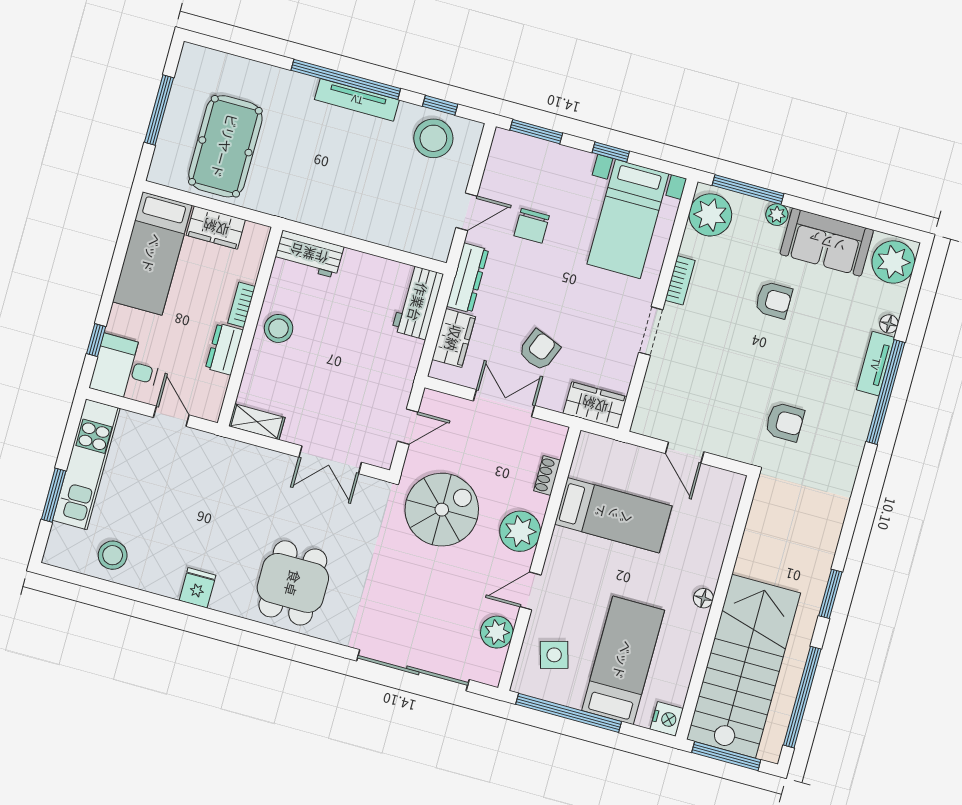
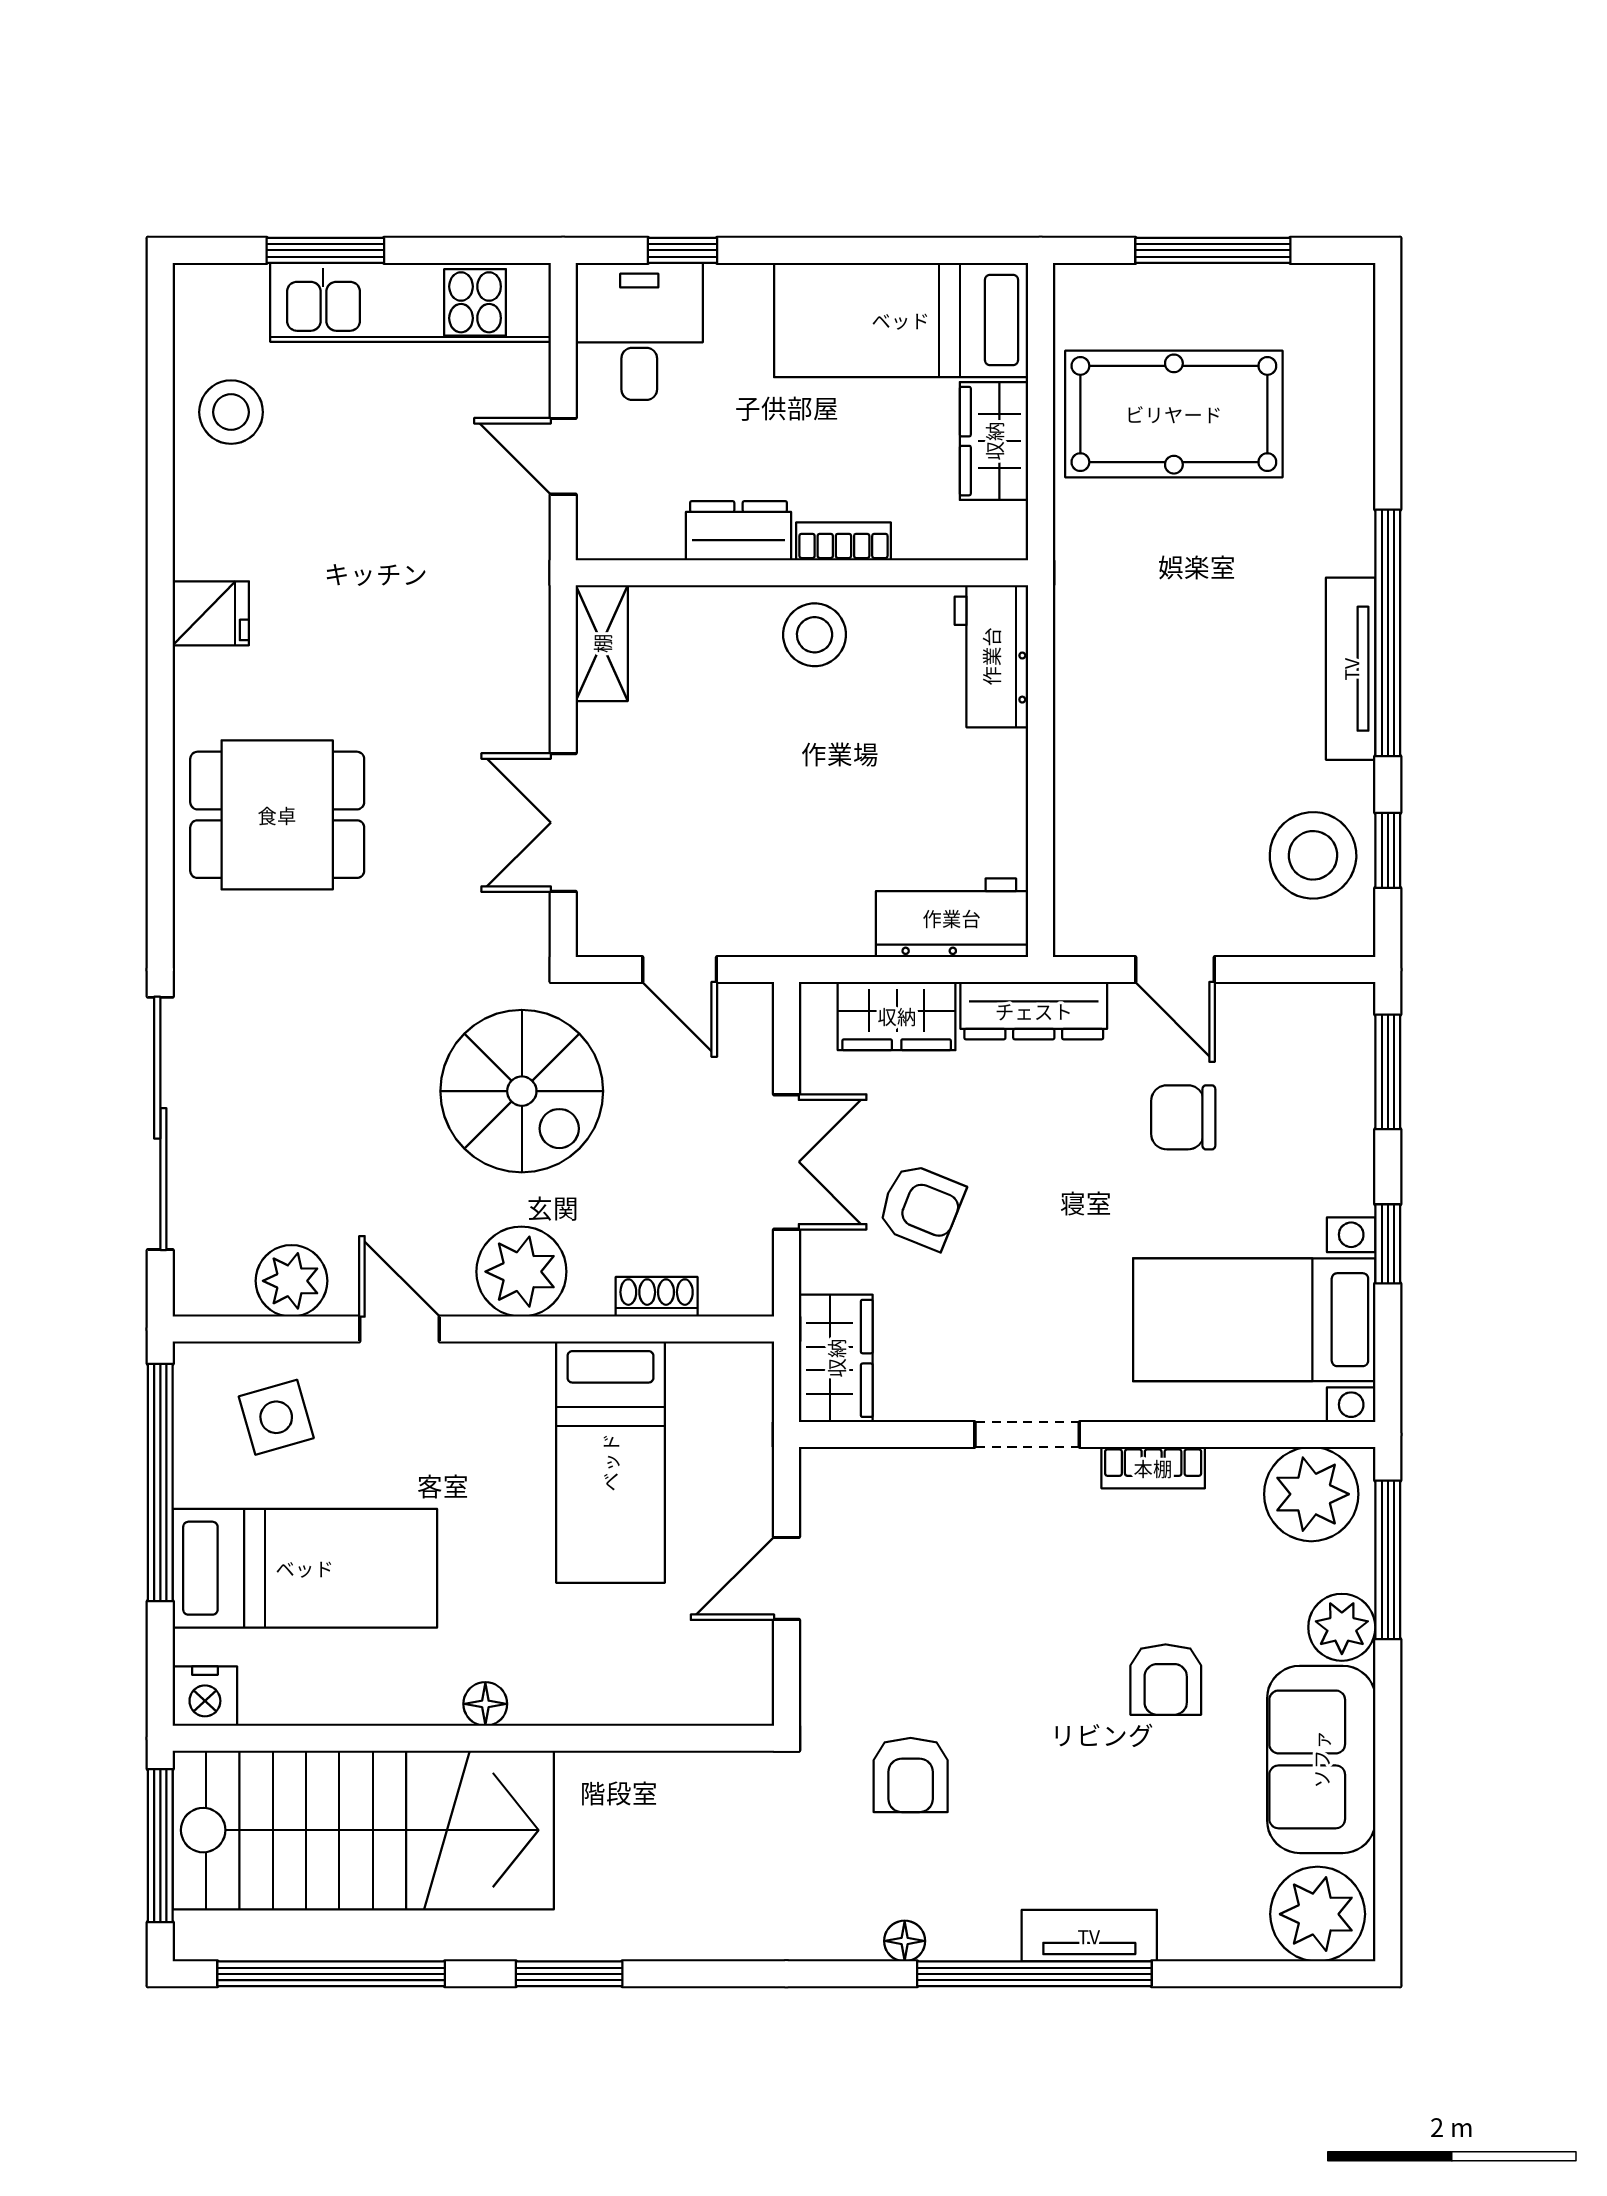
plant: (777, 215) -> (1342, 1627), width x1.38, depth x1.38
floor lamp: (889, 324) -> (905, 1941), moved
door: (171, 416) -> (563, 456), swing flipped

